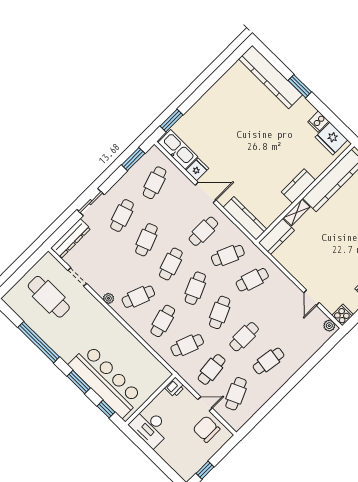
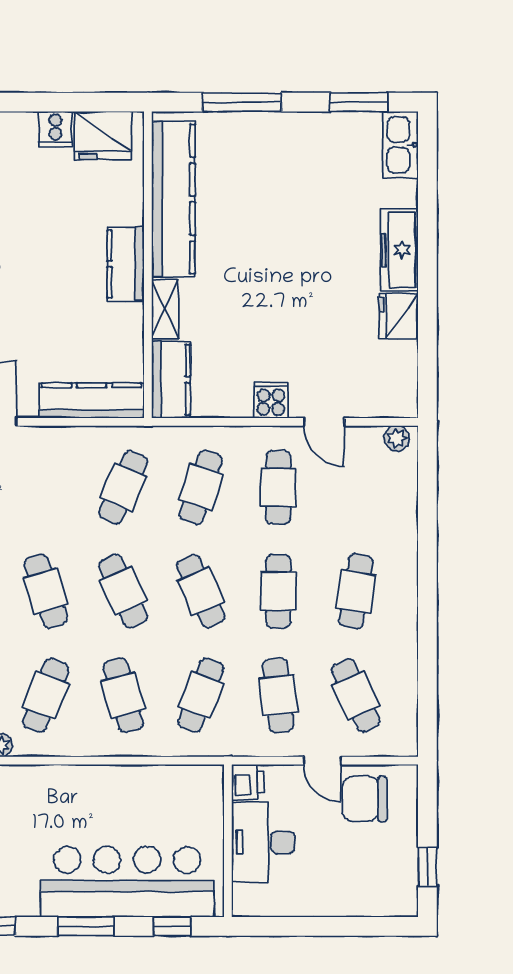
cafe table: (203, 231) -> (278, 487), moved
cooker: (343, 315) -> (271, 400), moved
door: (205, 404) -> (322, 761), swing flipped
desk: (150, 427) -> (263, 842), moved, turned 90

